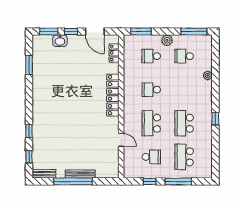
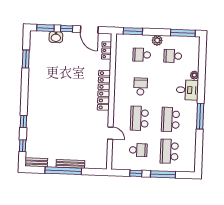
school desk: (151, 90) -> (141, 87), turned 90
desk: (201, 91) -> (187, 90), added
window: (215, 119) -> (200, 116), width x2.17

